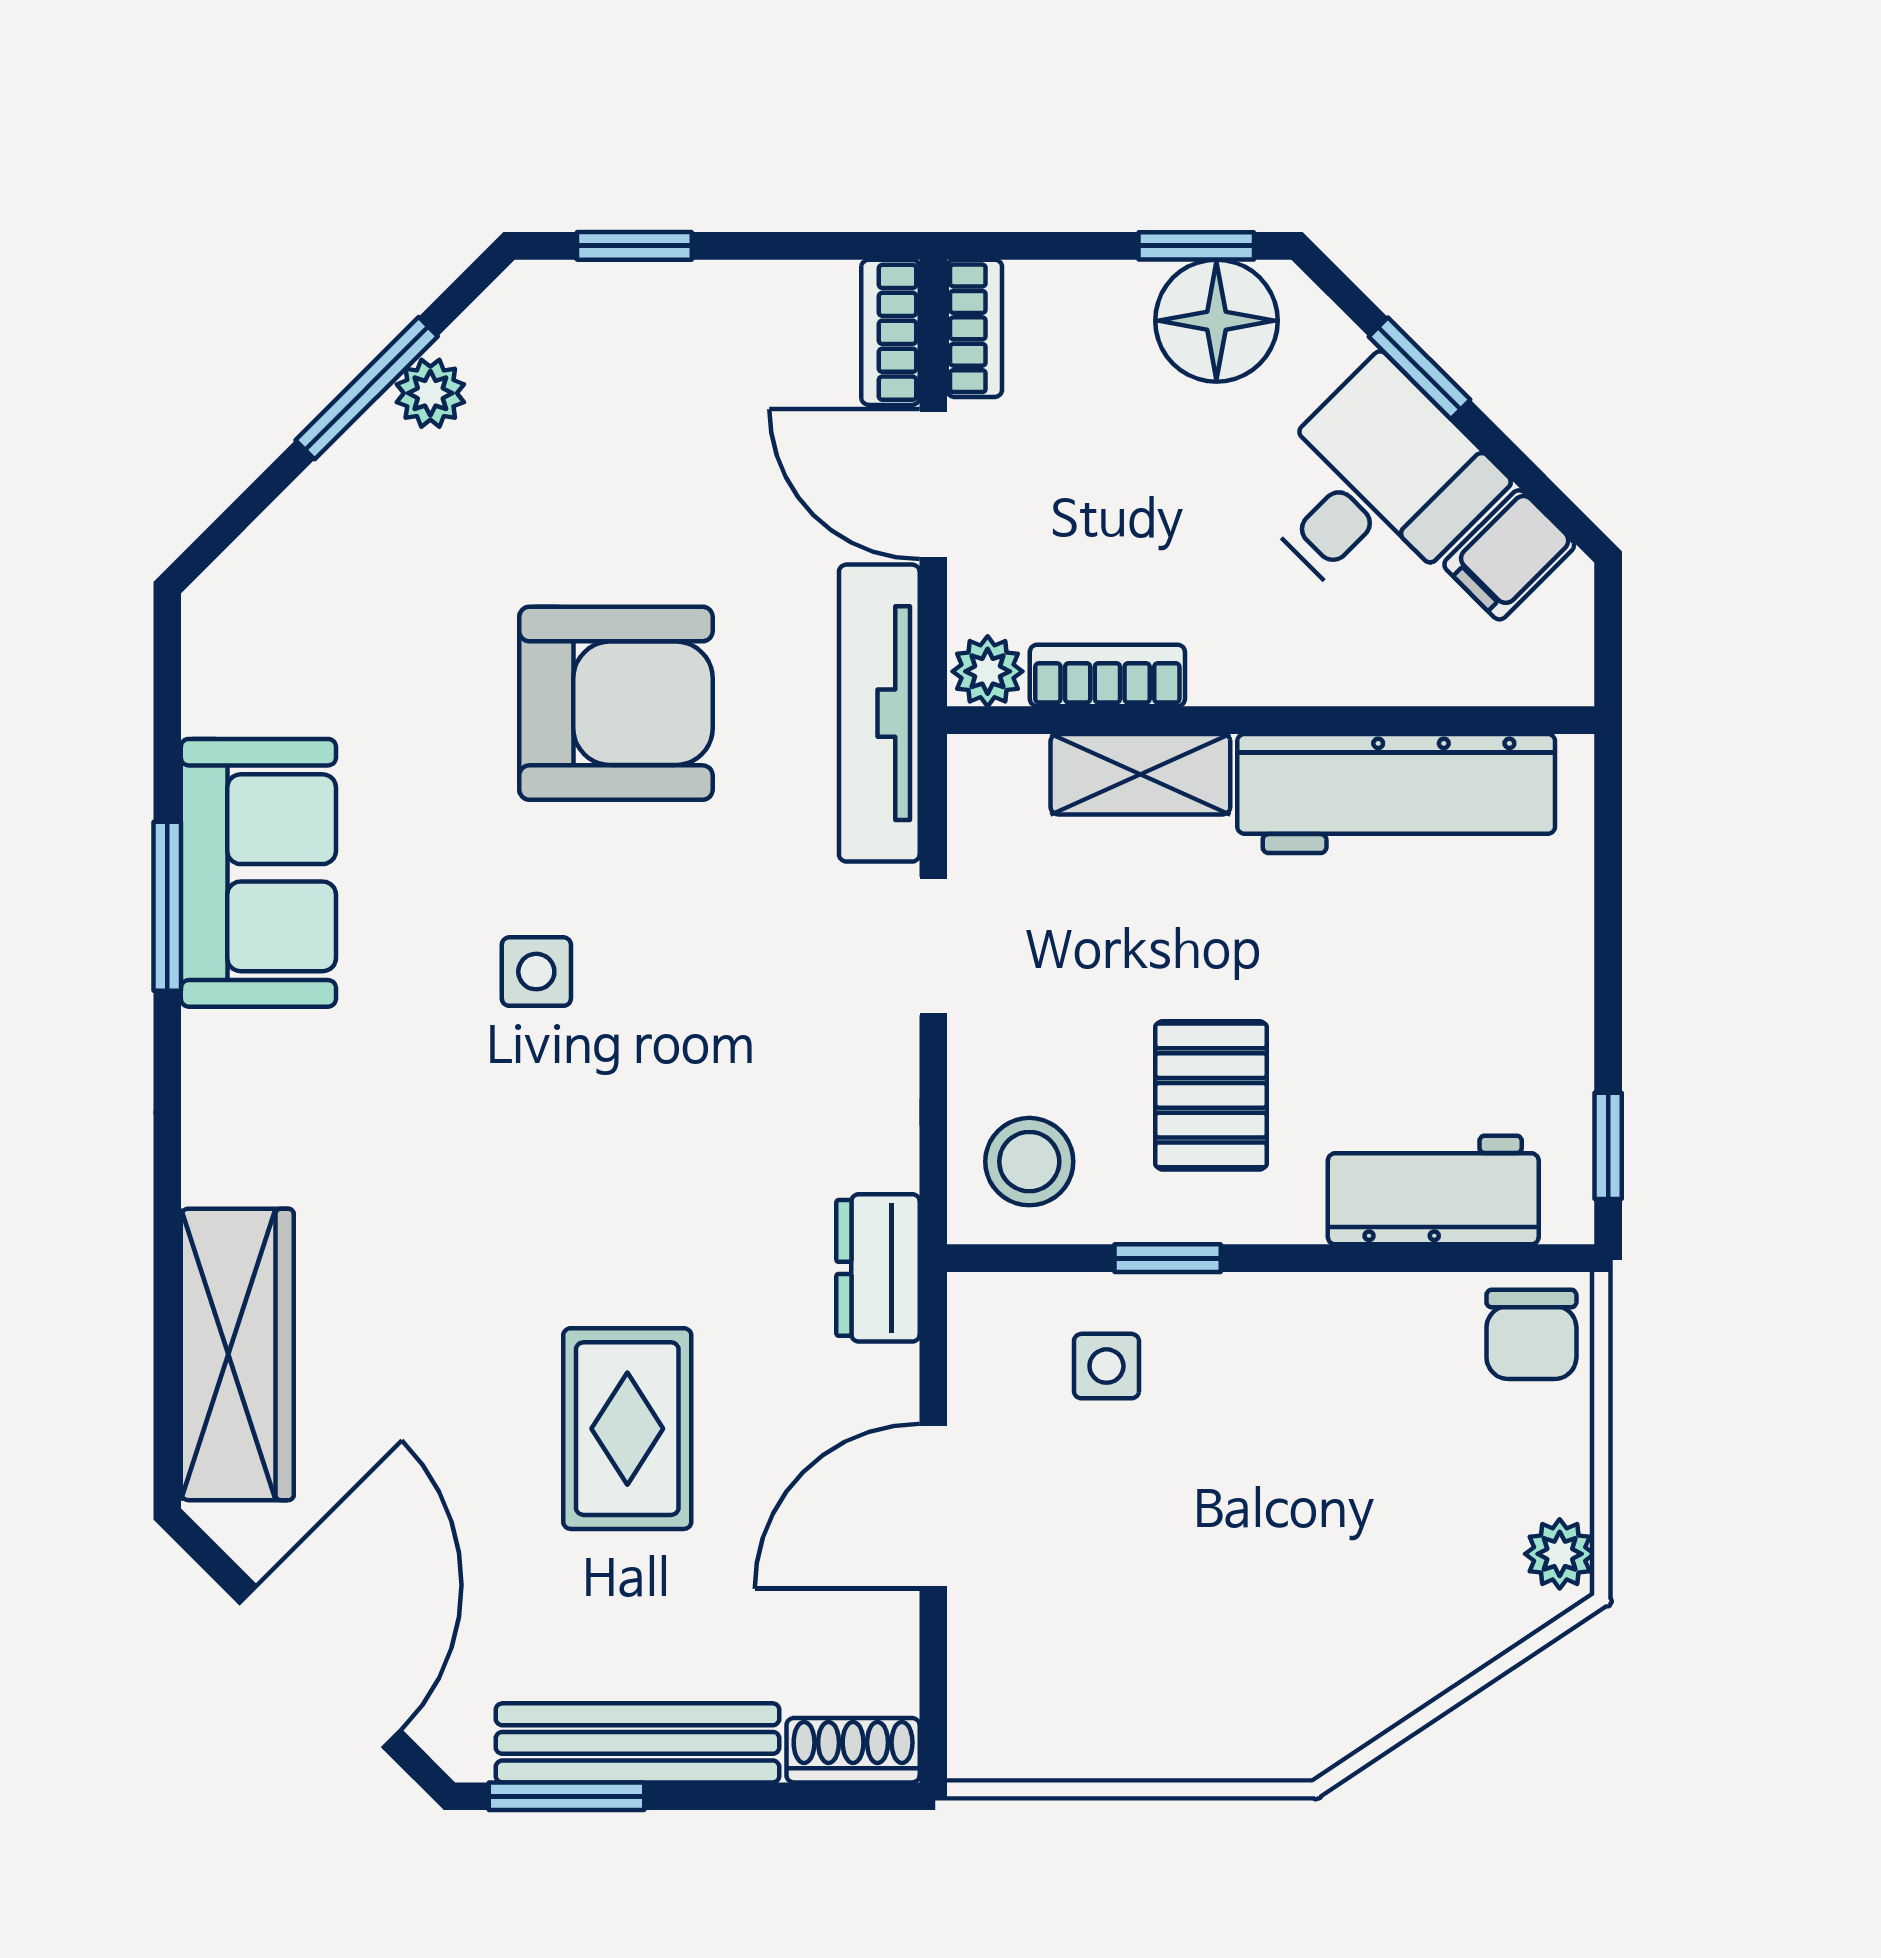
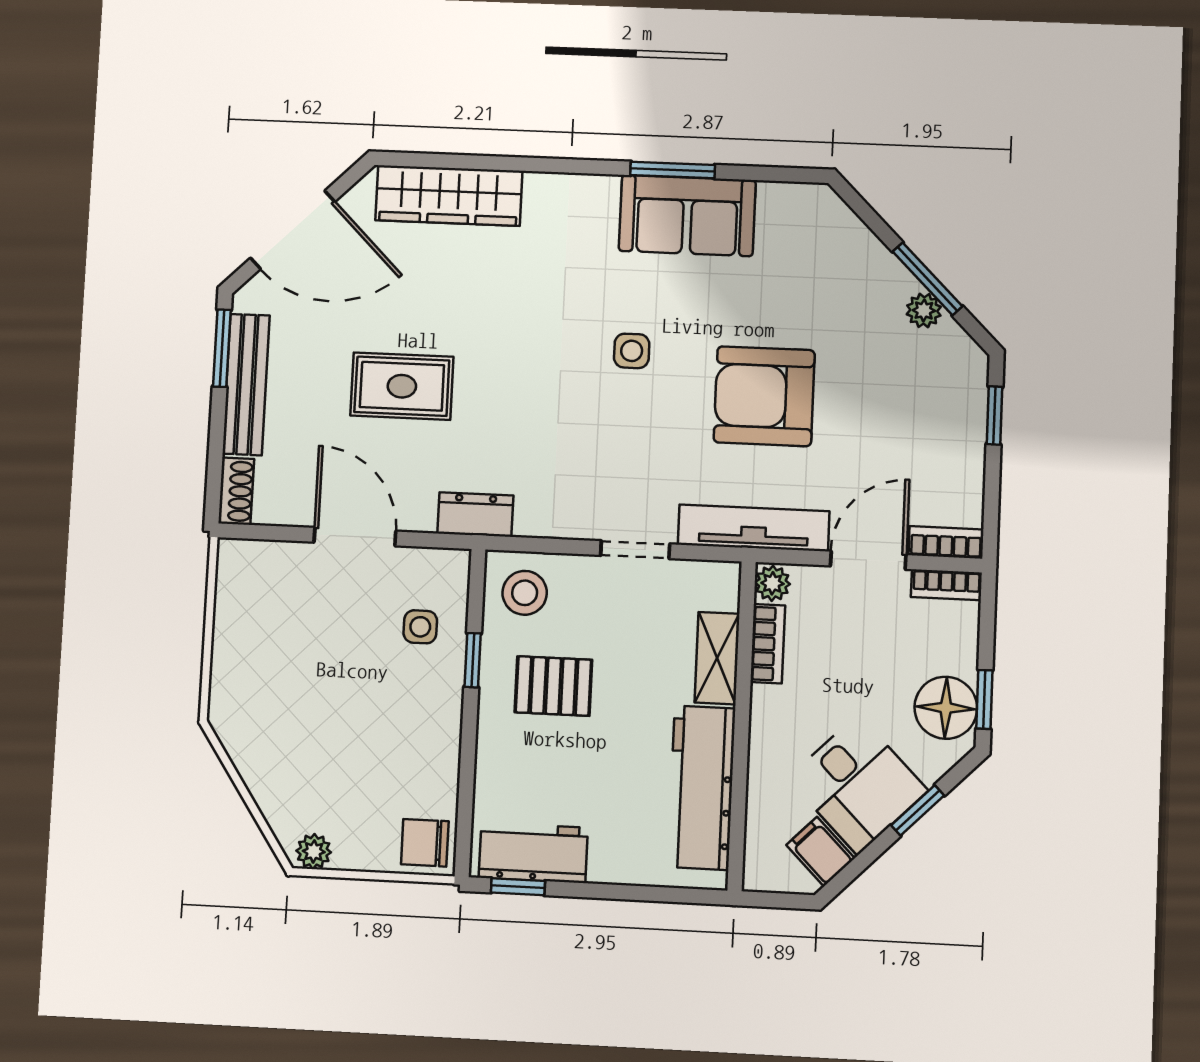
armchair: (616, 703) -> (764, 396), turned 90
workbench: (1433, 1190) -> (533, 853), moved, turned -90

